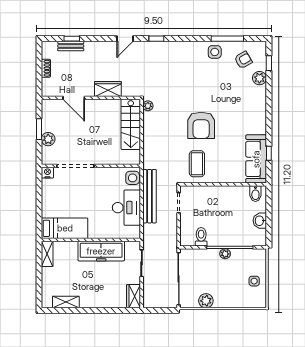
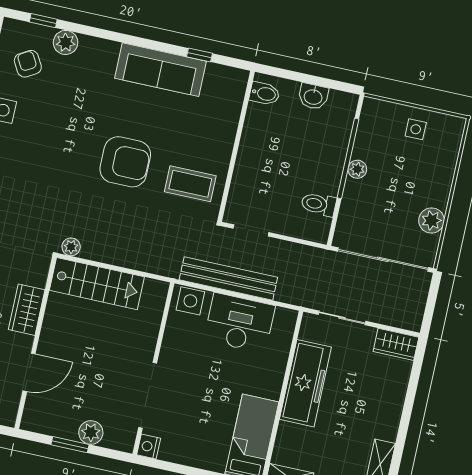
sofa: (256, 159) -> (160, 70), moved

